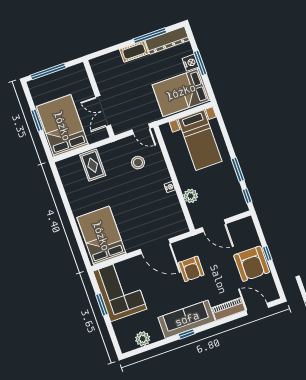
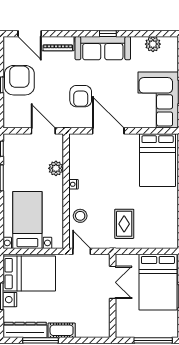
stool: (138, 163) -> (80, 216), moved
rug: (93, 165) -> (124, 224), moved
armchair: (191, 269) -> (81, 96), turned 180

